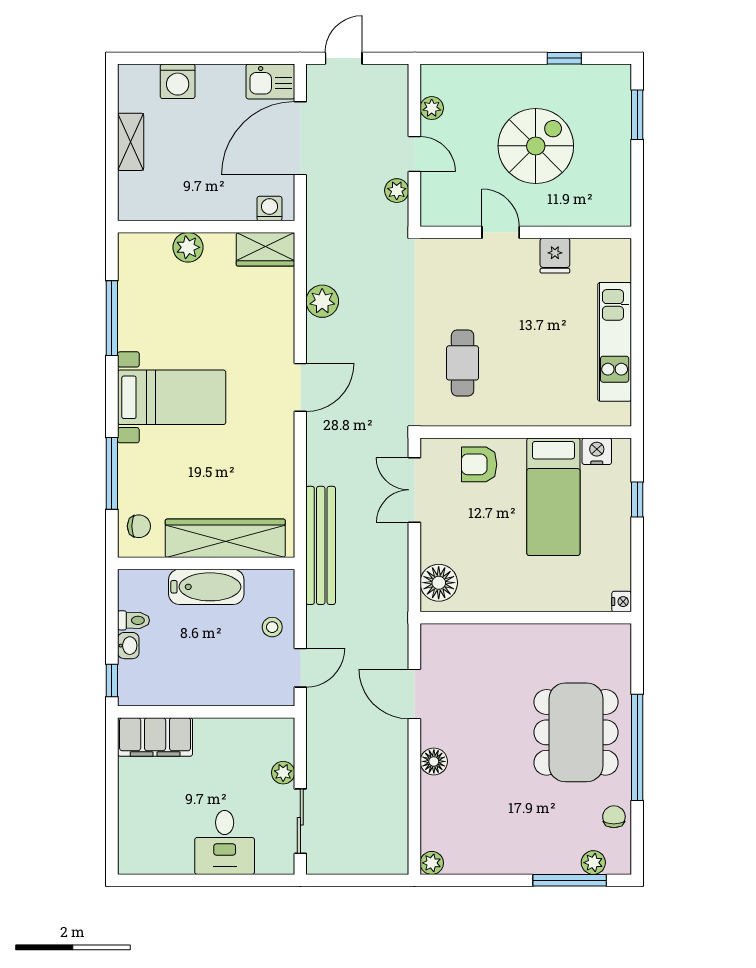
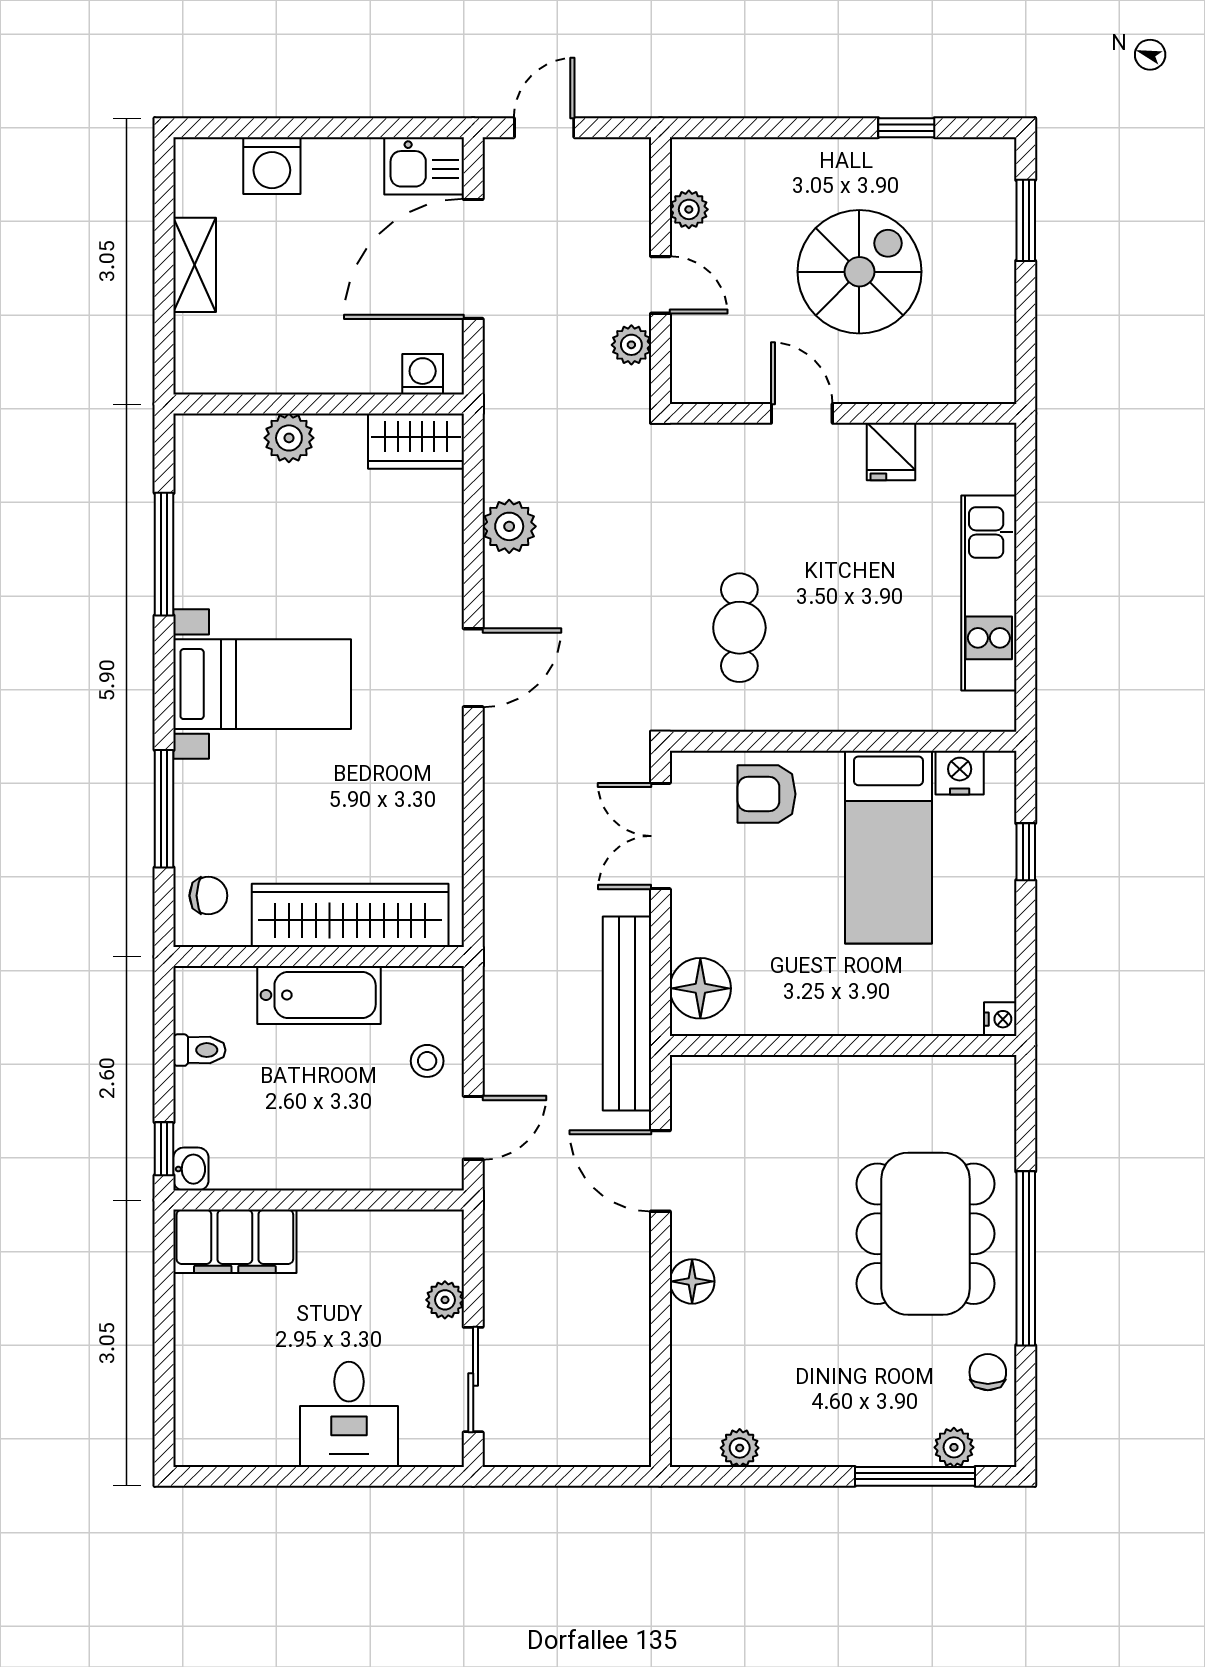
bench: (321, 545) -> (627, 1014), moved
washbasin: (128, 646) -> (191, 1169), moved
plant: (432, 863) -> (740, 1448), moved

